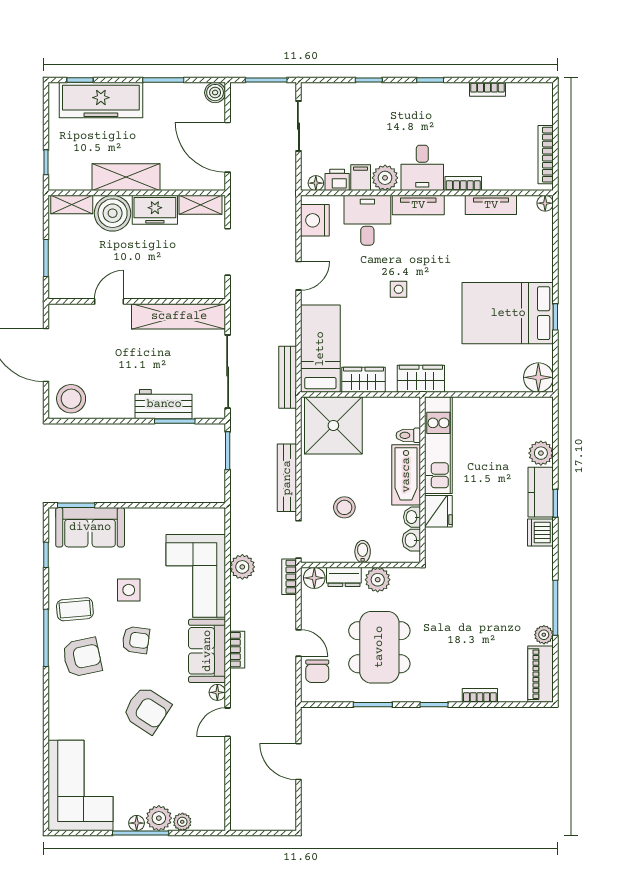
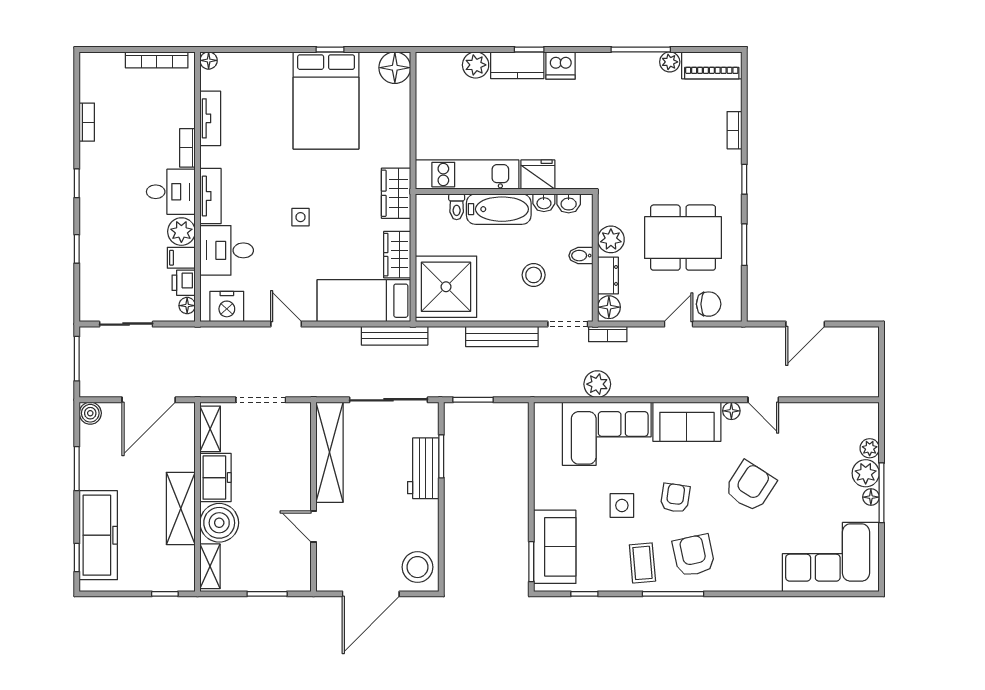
bookcase: (237, 650) -> (686, 389), removed

